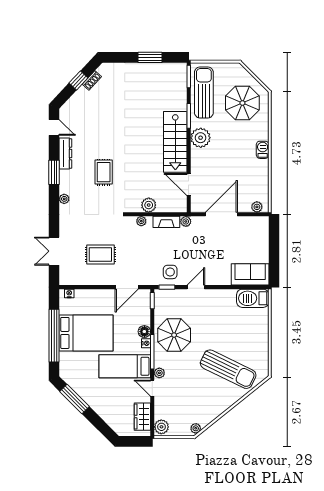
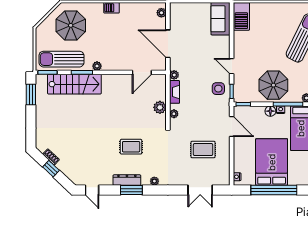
window: (150, 57) -> (31, 94), moved
door: (54, 127) -> (92, 190), swing flipped
plant: (201, 138) -> (97, 66), width x0.53, depth x0.53
stairs: (175, 142) -> (74, 84), moved
dresser: (65, 153) -> (127, 180), moved
rug: (100, 254) -> (203, 150), turned 90

